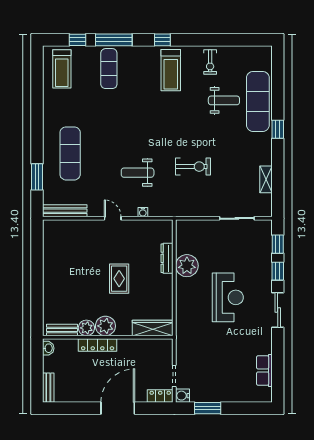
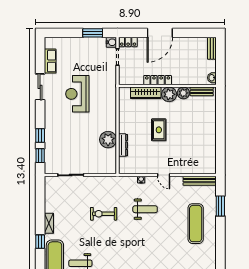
shelving: (266, 179) -> (49, 223), moved
reception desk: (228, 297) -> (77, 94), moved
sliding door: (278, 310) -> (40, 87), moved
wardrobe: (153, 328) -> (146, 93), moved
locker: (98, 345) -> (158, 80), moved

